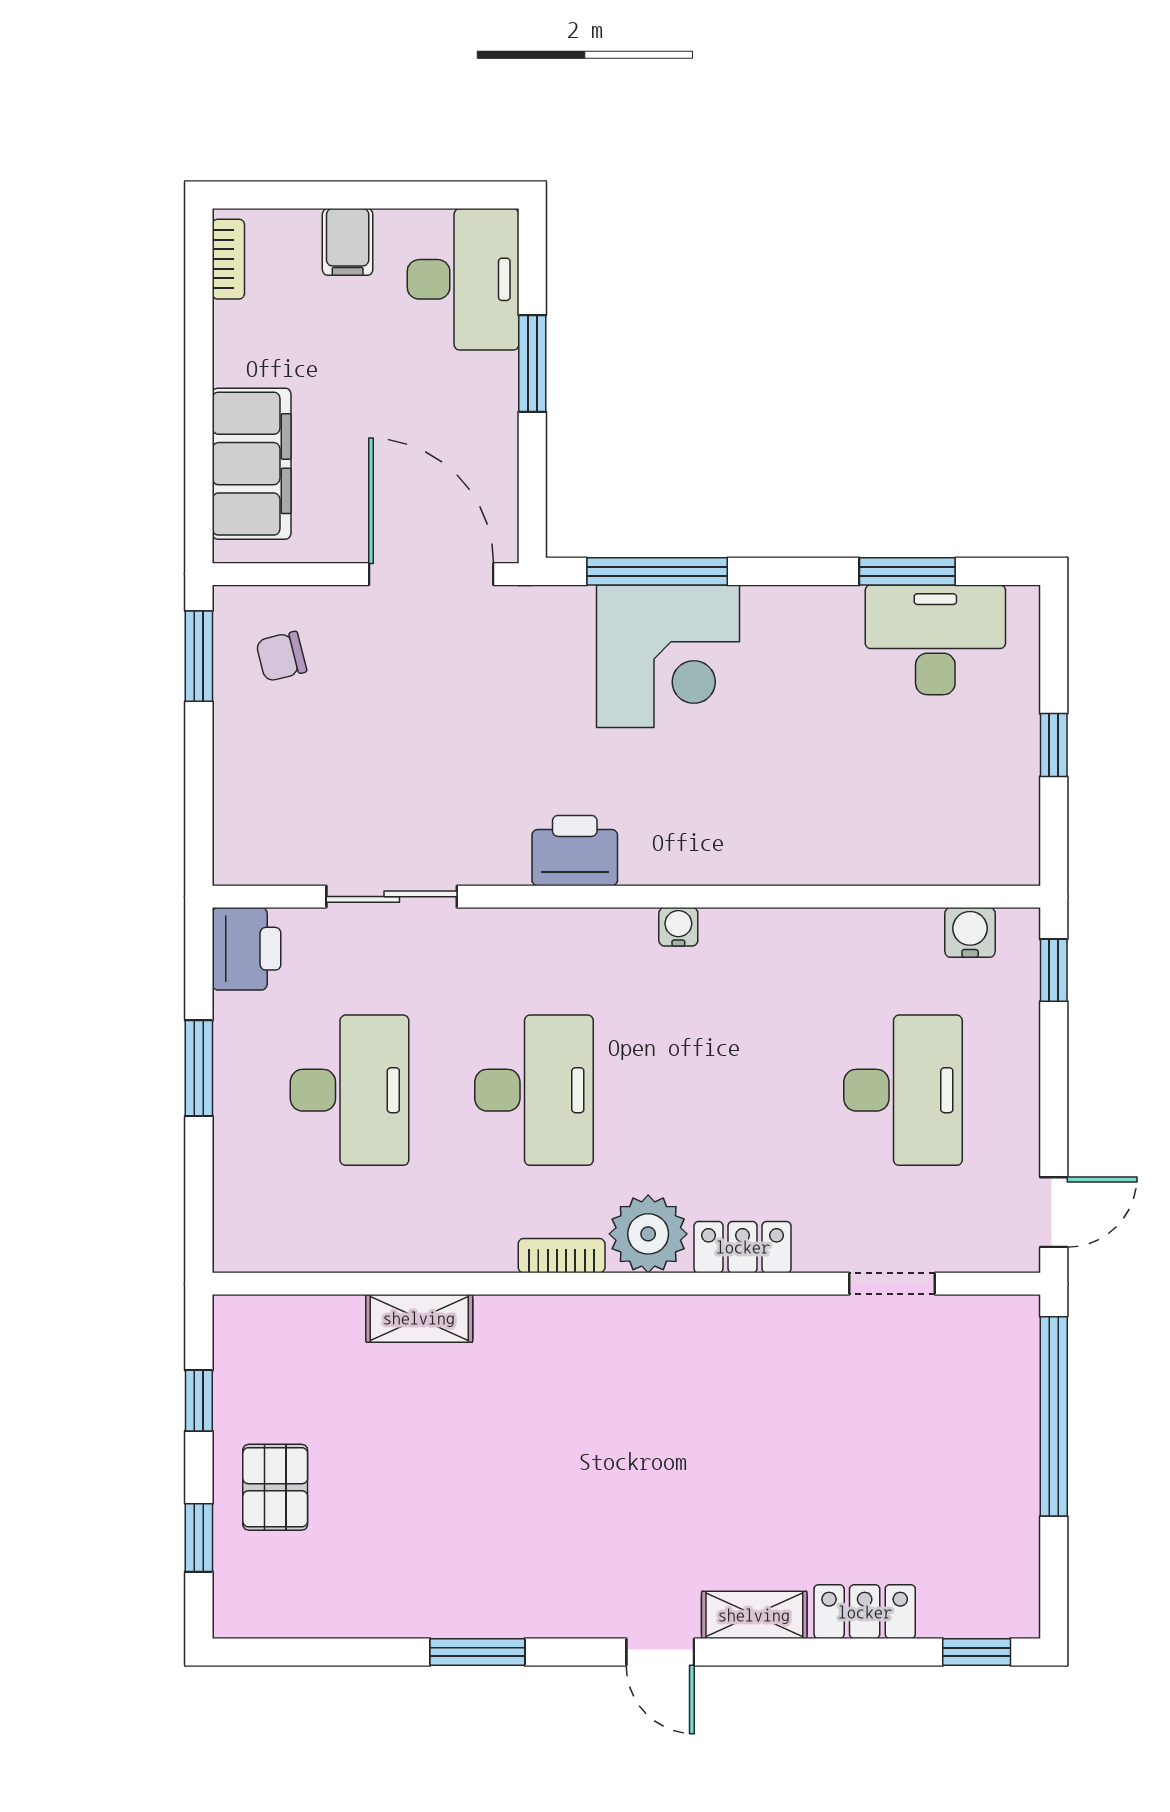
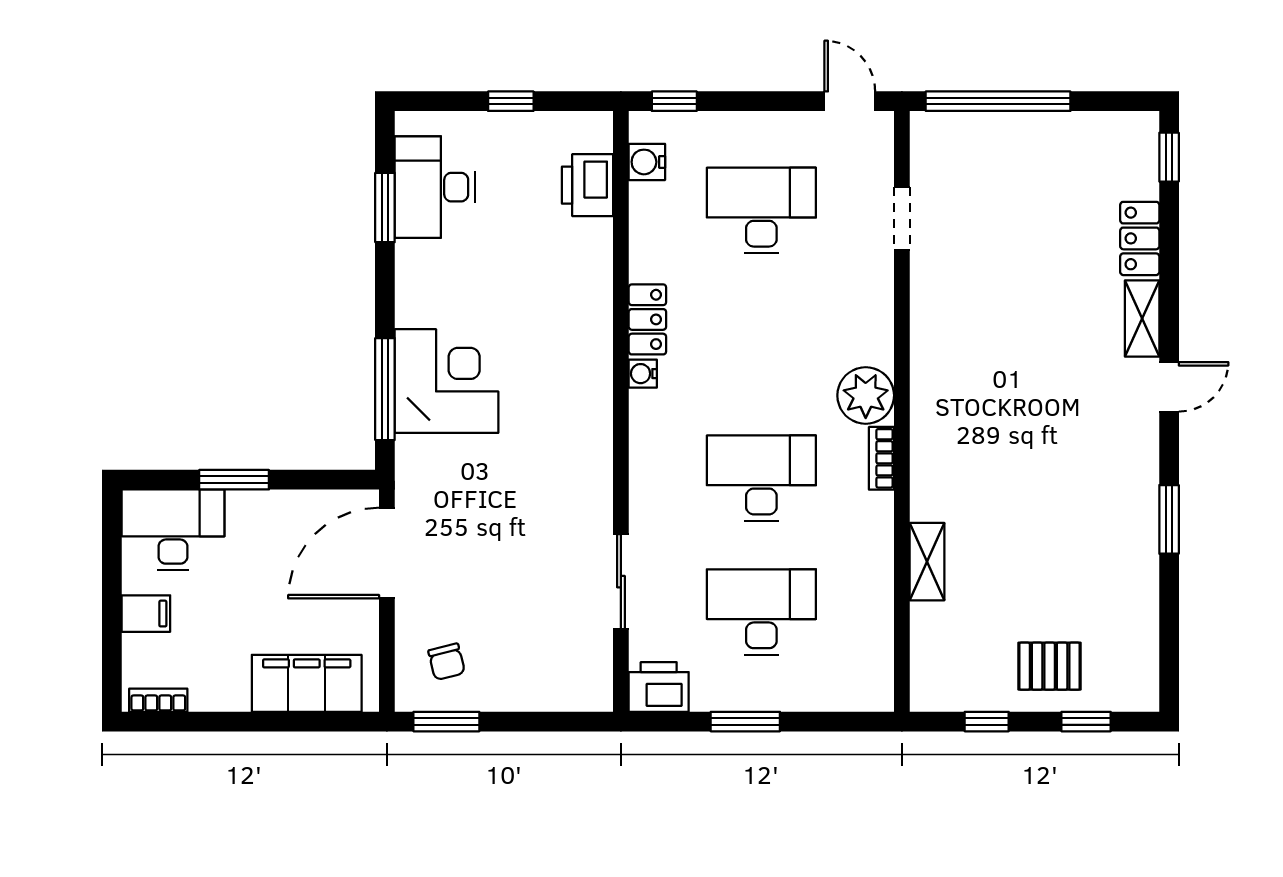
printer: (575, 851) -> (588, 185), moved
locker: (743, 1247) -> (647, 319), moved, turned 180

